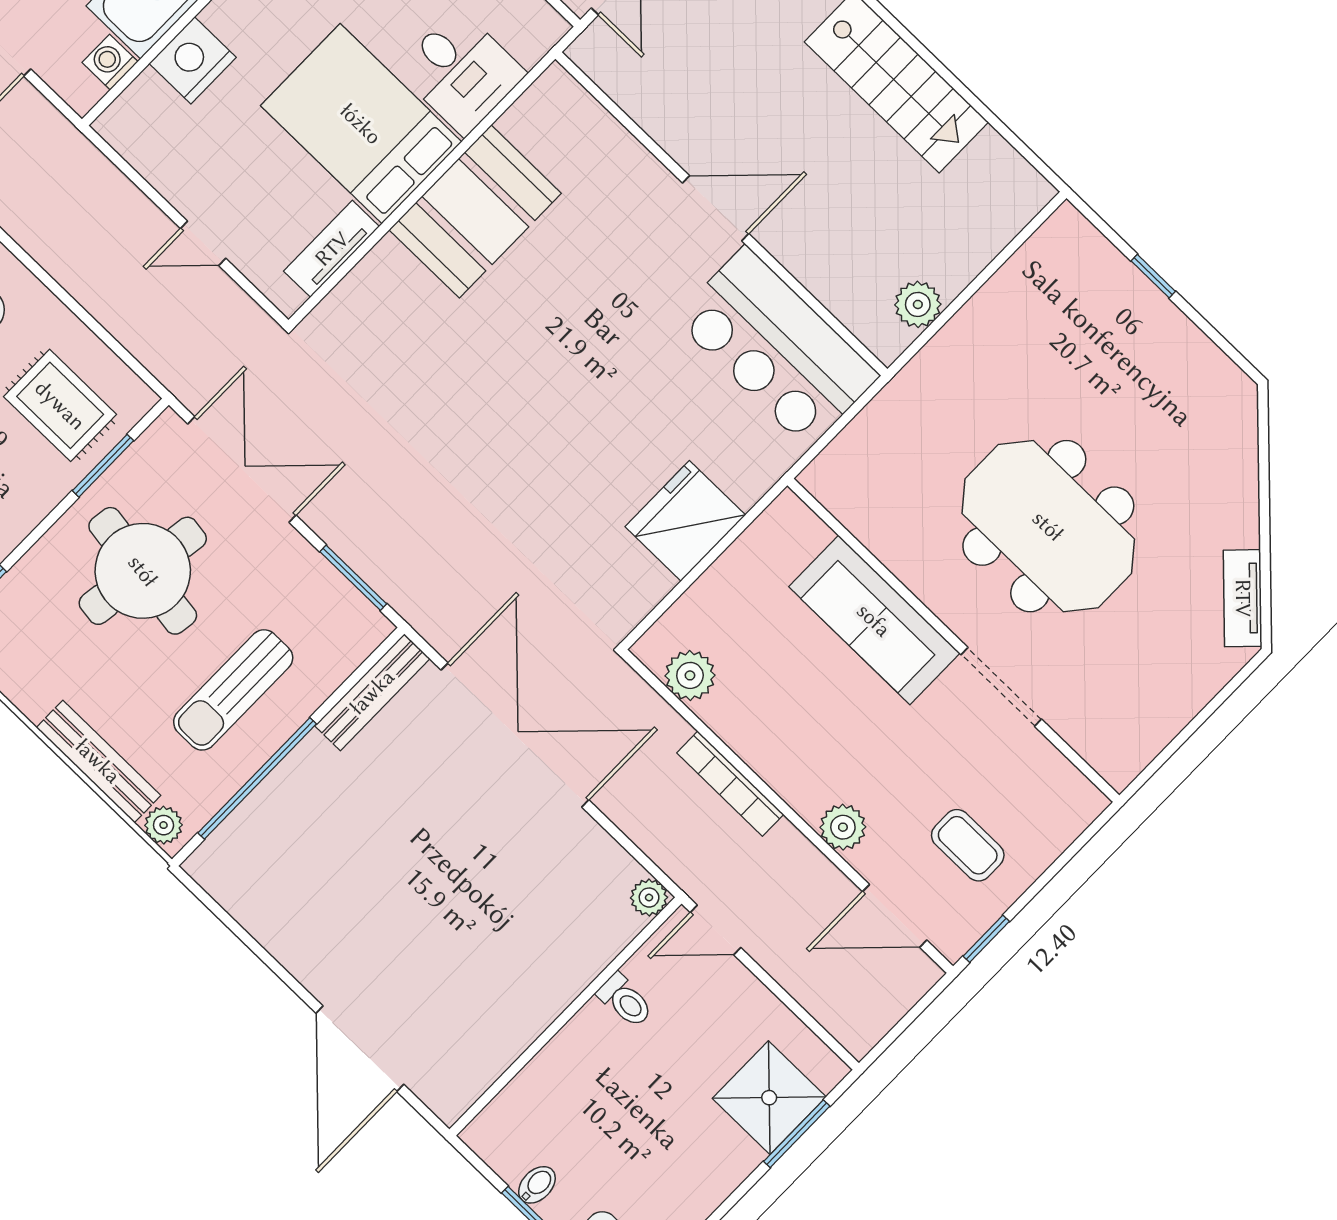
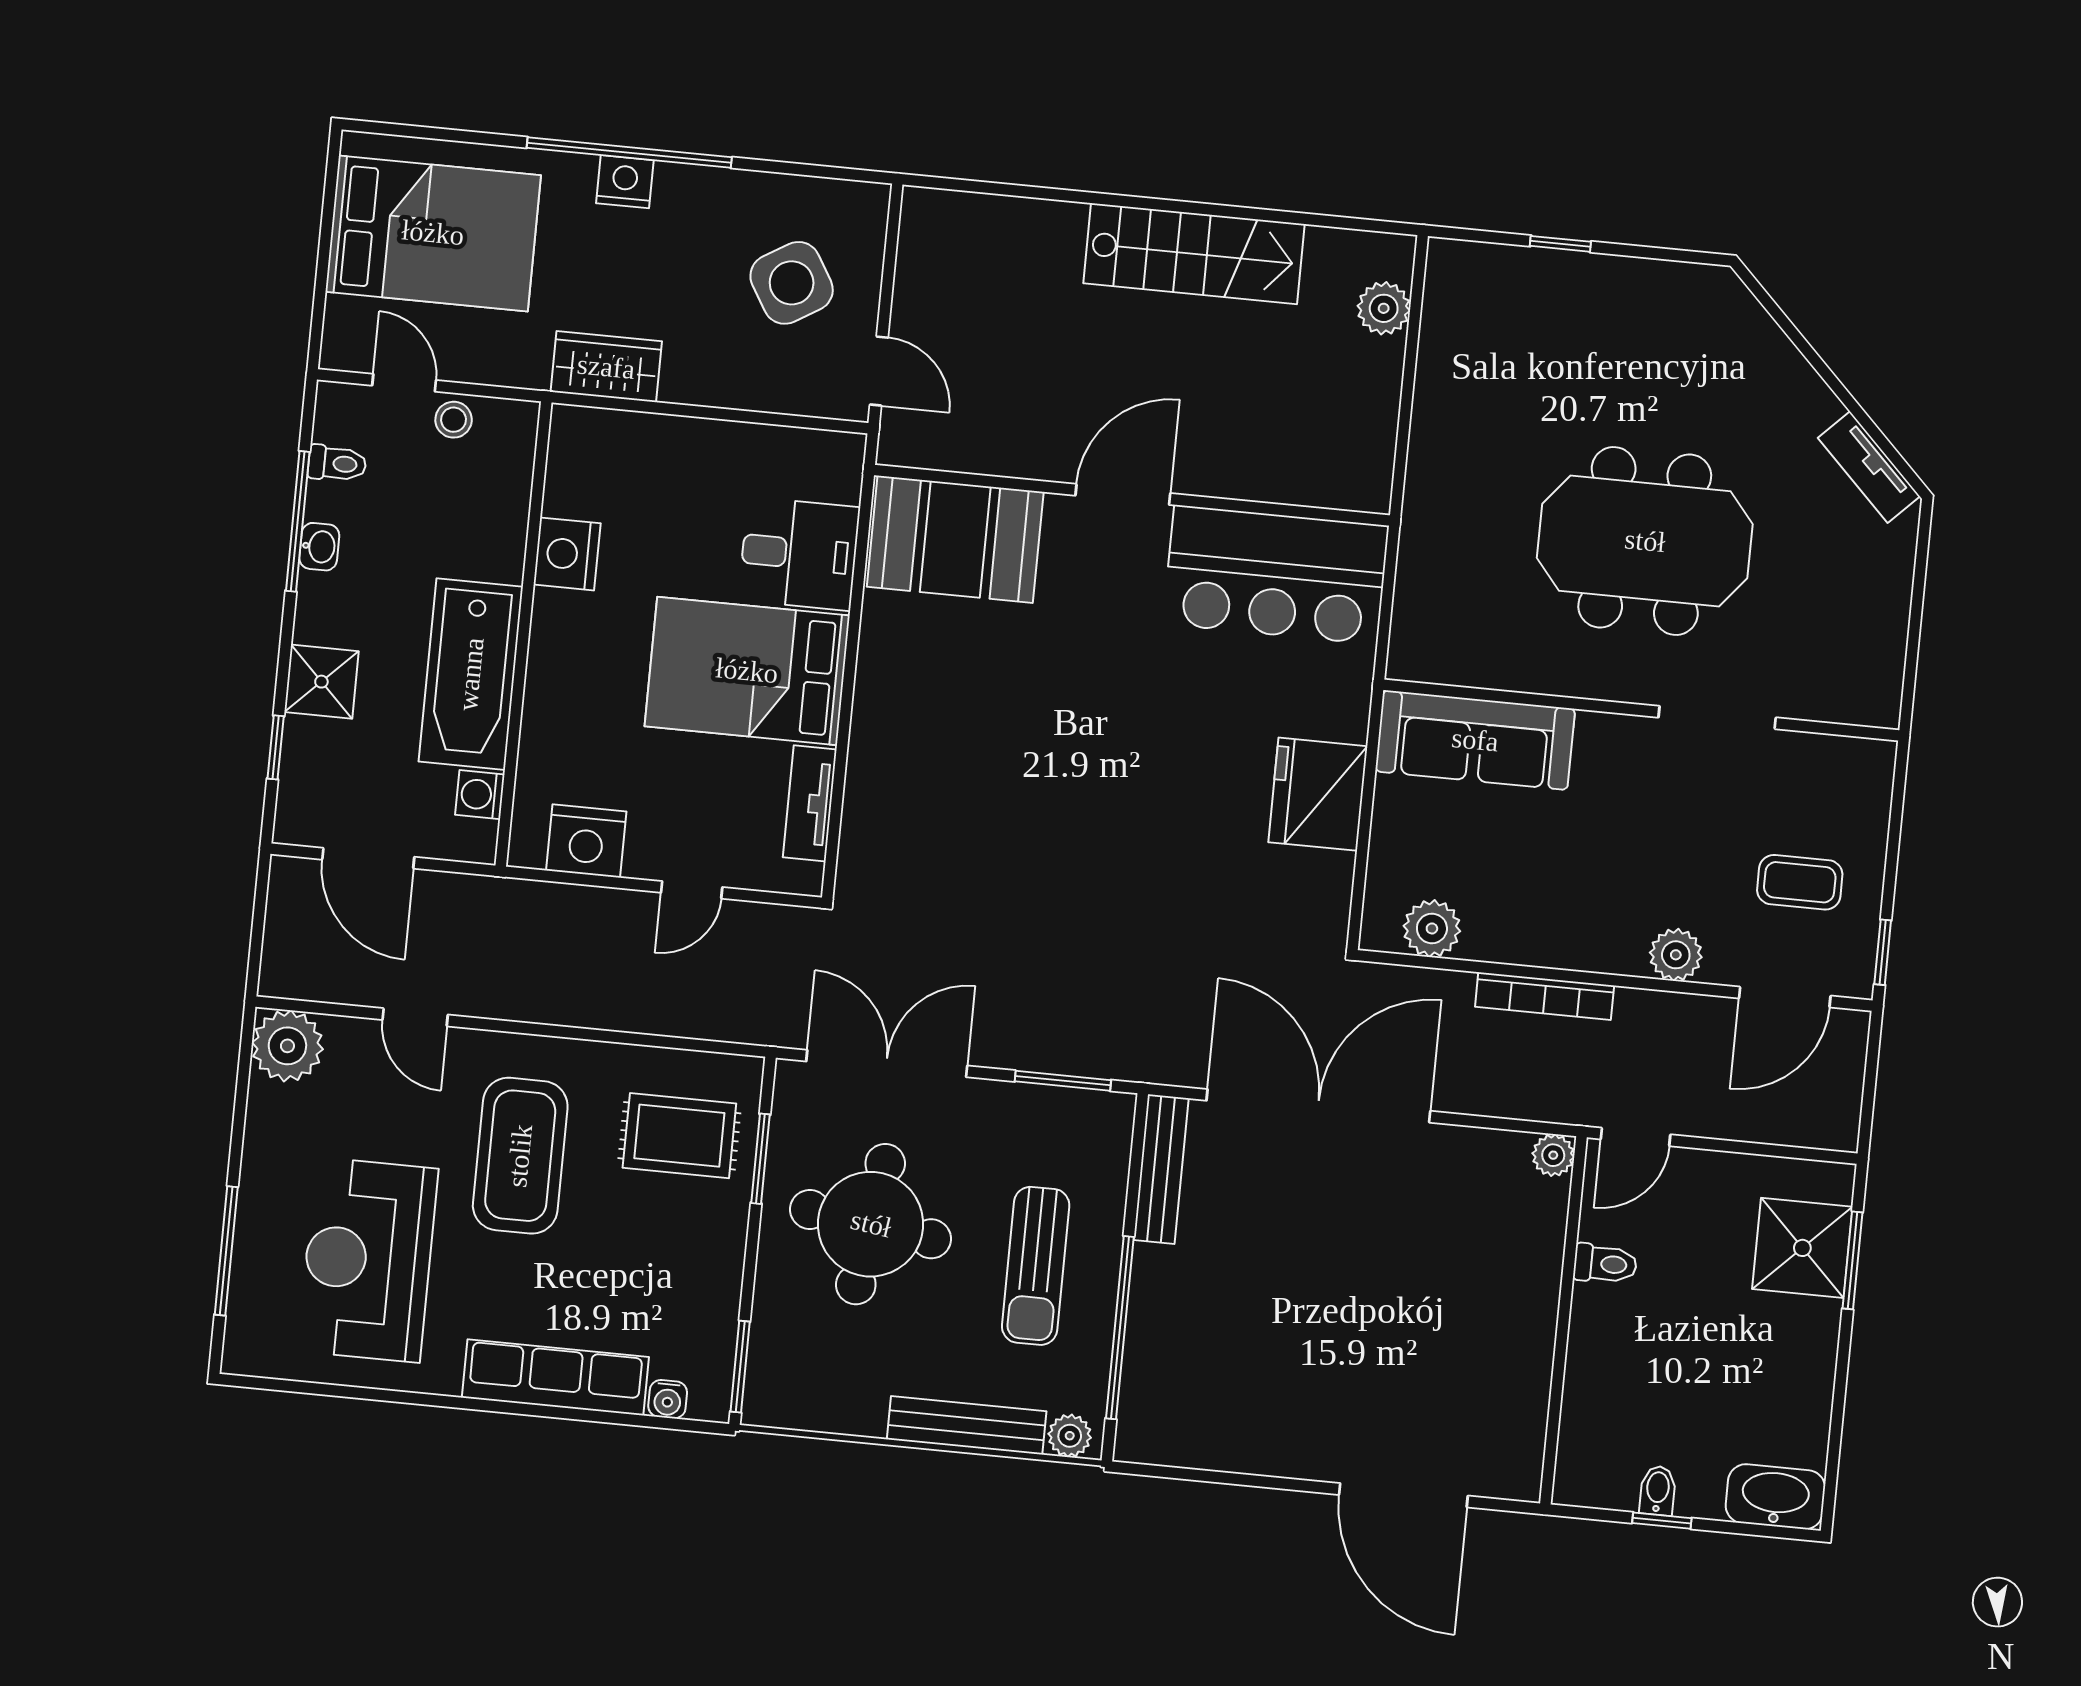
nightstand: (193, 60) -> (586, 841), moved, turned -90
booth: (475, 212) -> (955, 539), moved, turned 90
plant: (918, 304) -> (1384, 308), moved
sofa: (874, 620) -> (1475, 740), moved

